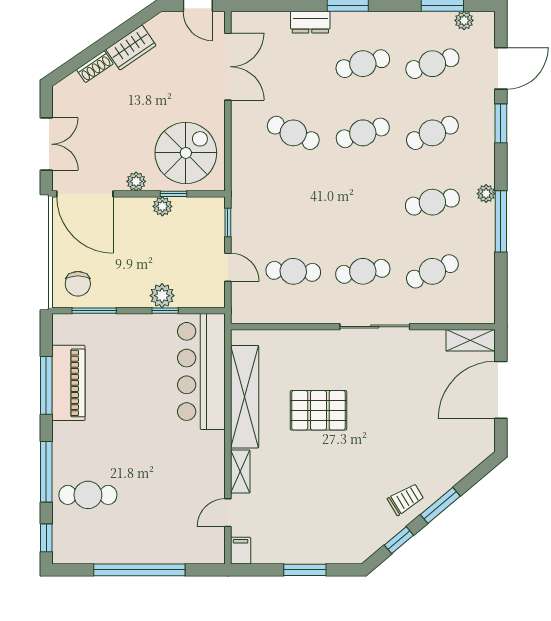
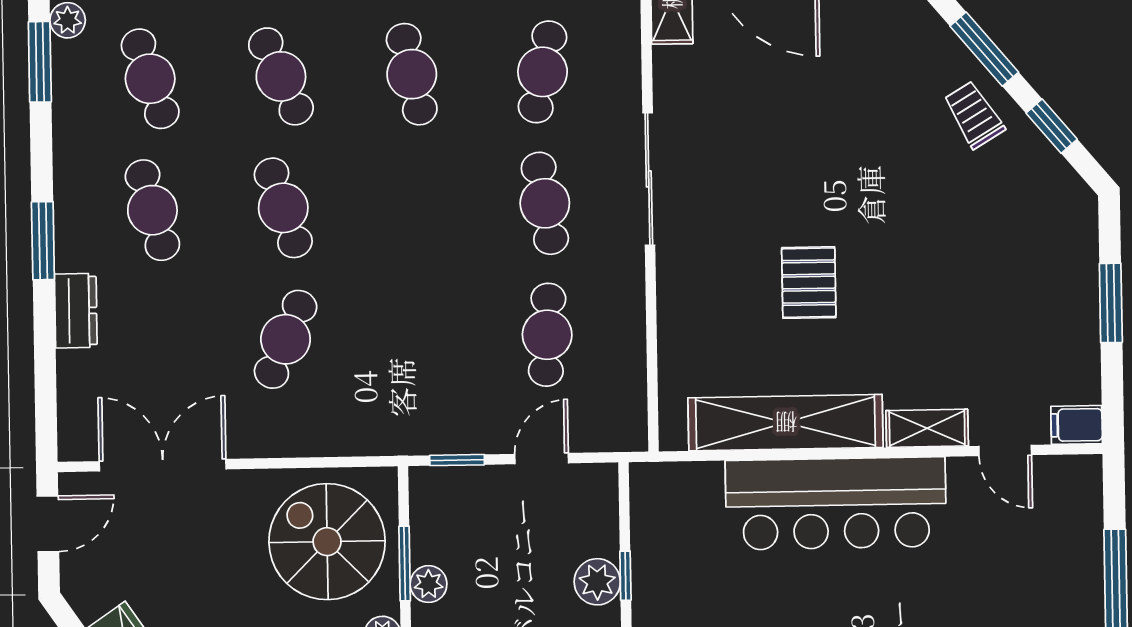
window: (173, 194) -> (405, 564), width x1.50
cafe table: (432, 271) -> (543, 72), turned 36
bar counter: (201, 371) -> (836, 503), moved
pallet: (318, 410) -> (809, 283), width x0.67, depth x0.71

